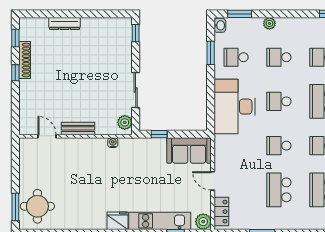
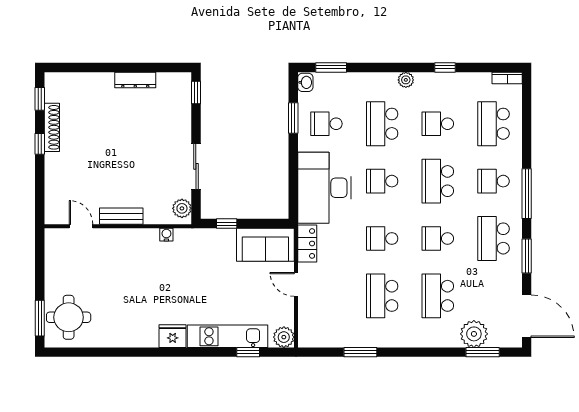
plant: (269, 23) -> (406, 80), moved
dresser: (65, 24) -> (135, 80), moved
school desk: (279, 57) -> (382, 124), width x1.85
locker: (221, 212) -> (307, 243), moved

